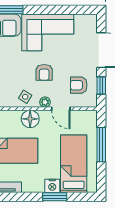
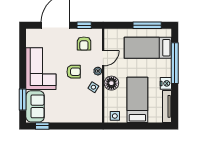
window: (101, 145) -> (147, 25), moved
nightstand: (52, 186) -> (166, 83), moved
window: (55, 197) -> (175, 63), width x2.11

